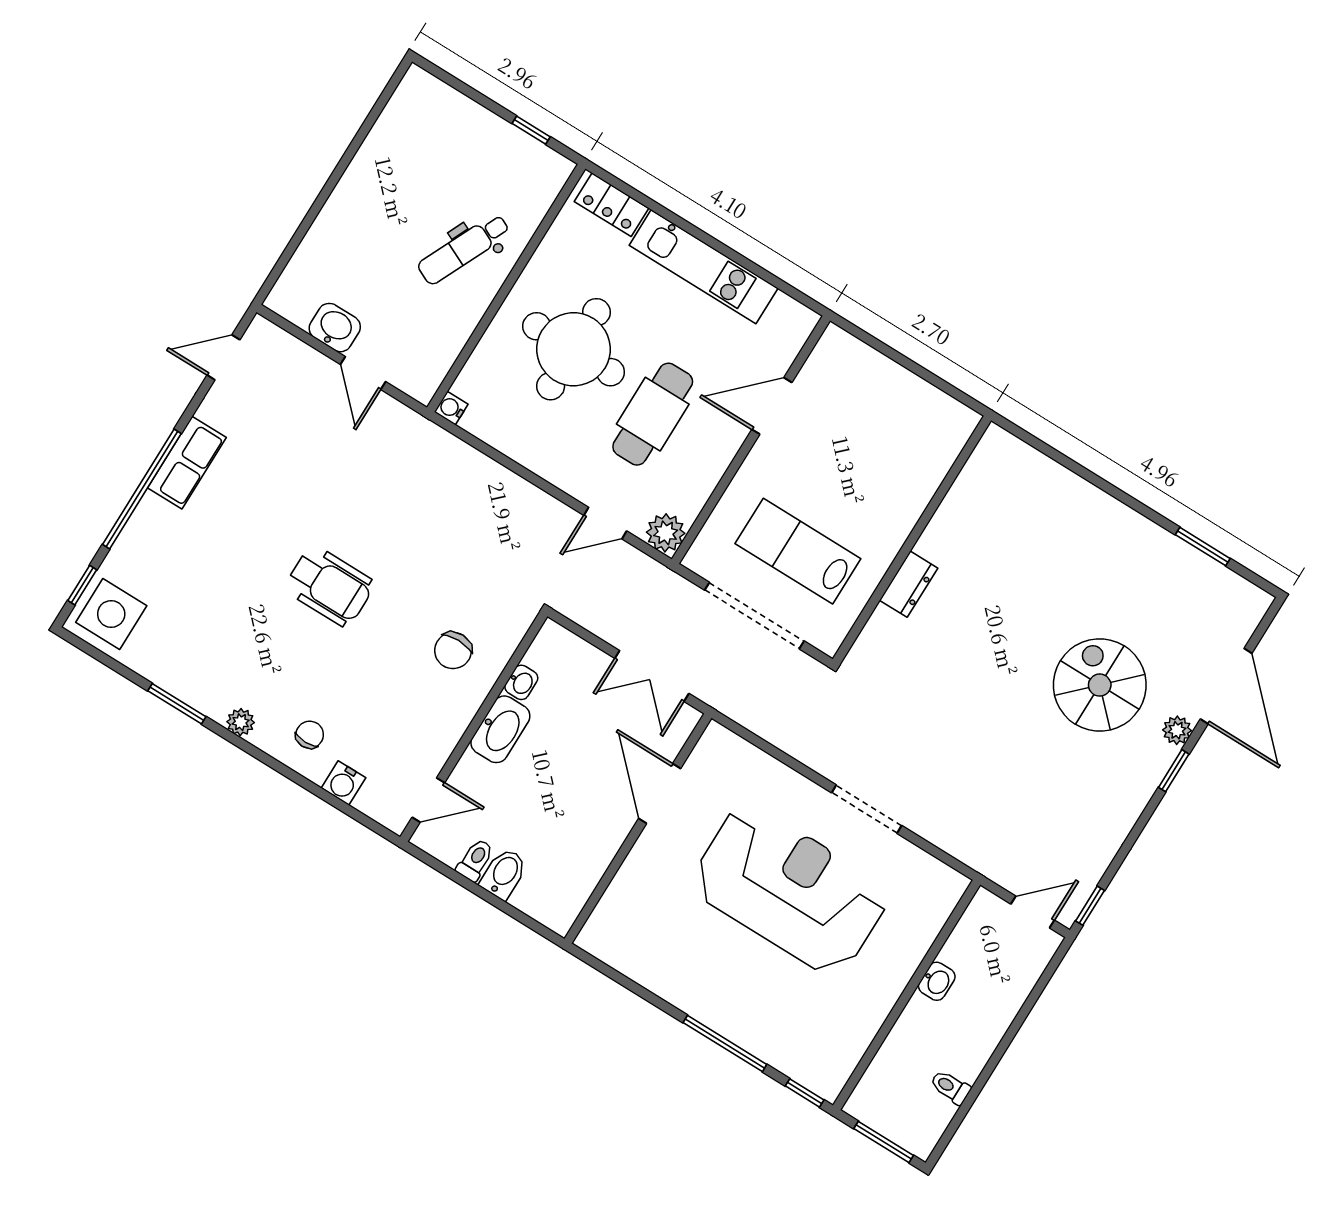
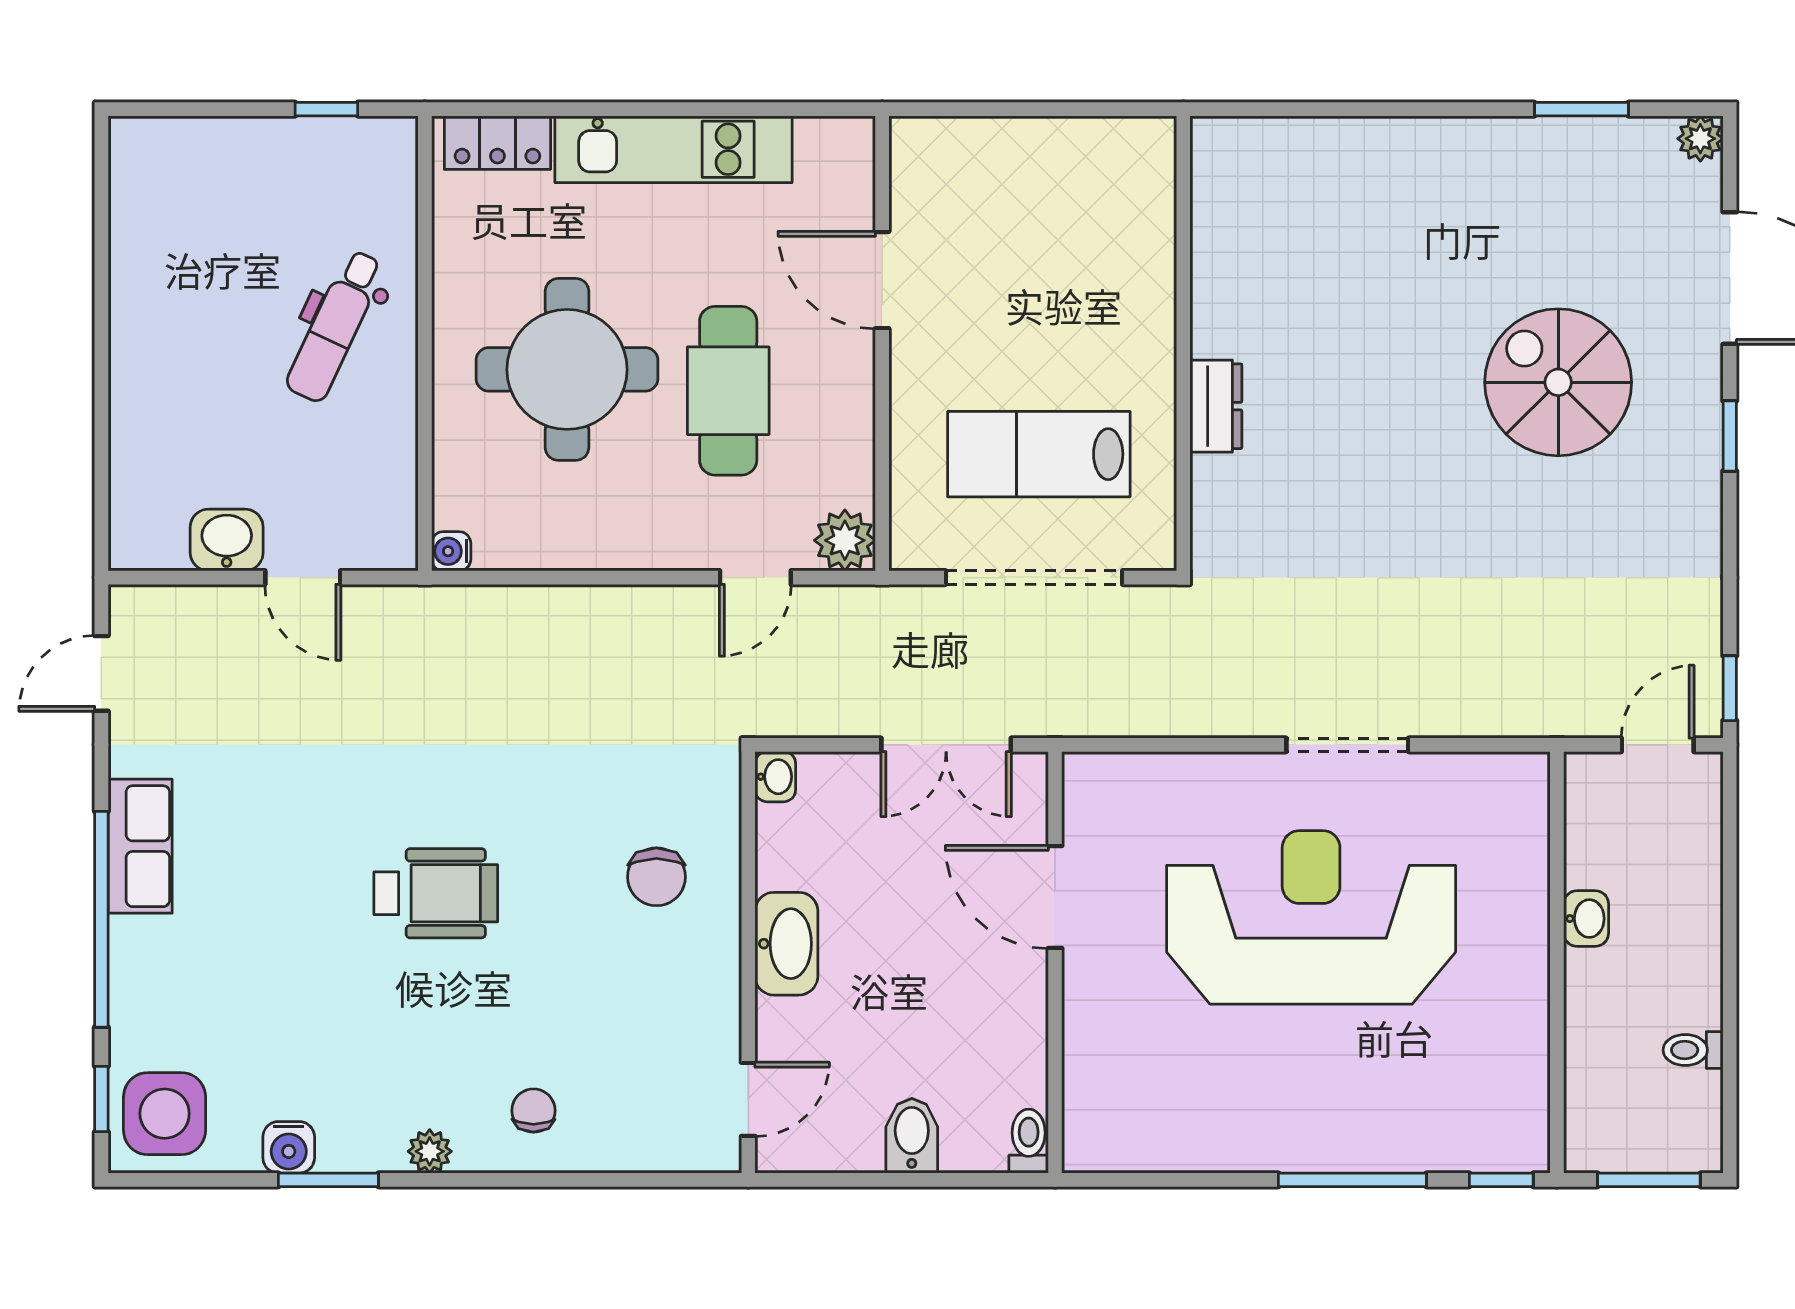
door: (772, 406) -> (882, 280), hinge flipped
washbasin: (521, 682) -> (775, 777), moved
plant: (1177, 730) -> (1700, 139), moved
water cooler: (343, 783) -> (289, 1147), moved
toilet: (475, 860) -> (1029, 1141), moved

